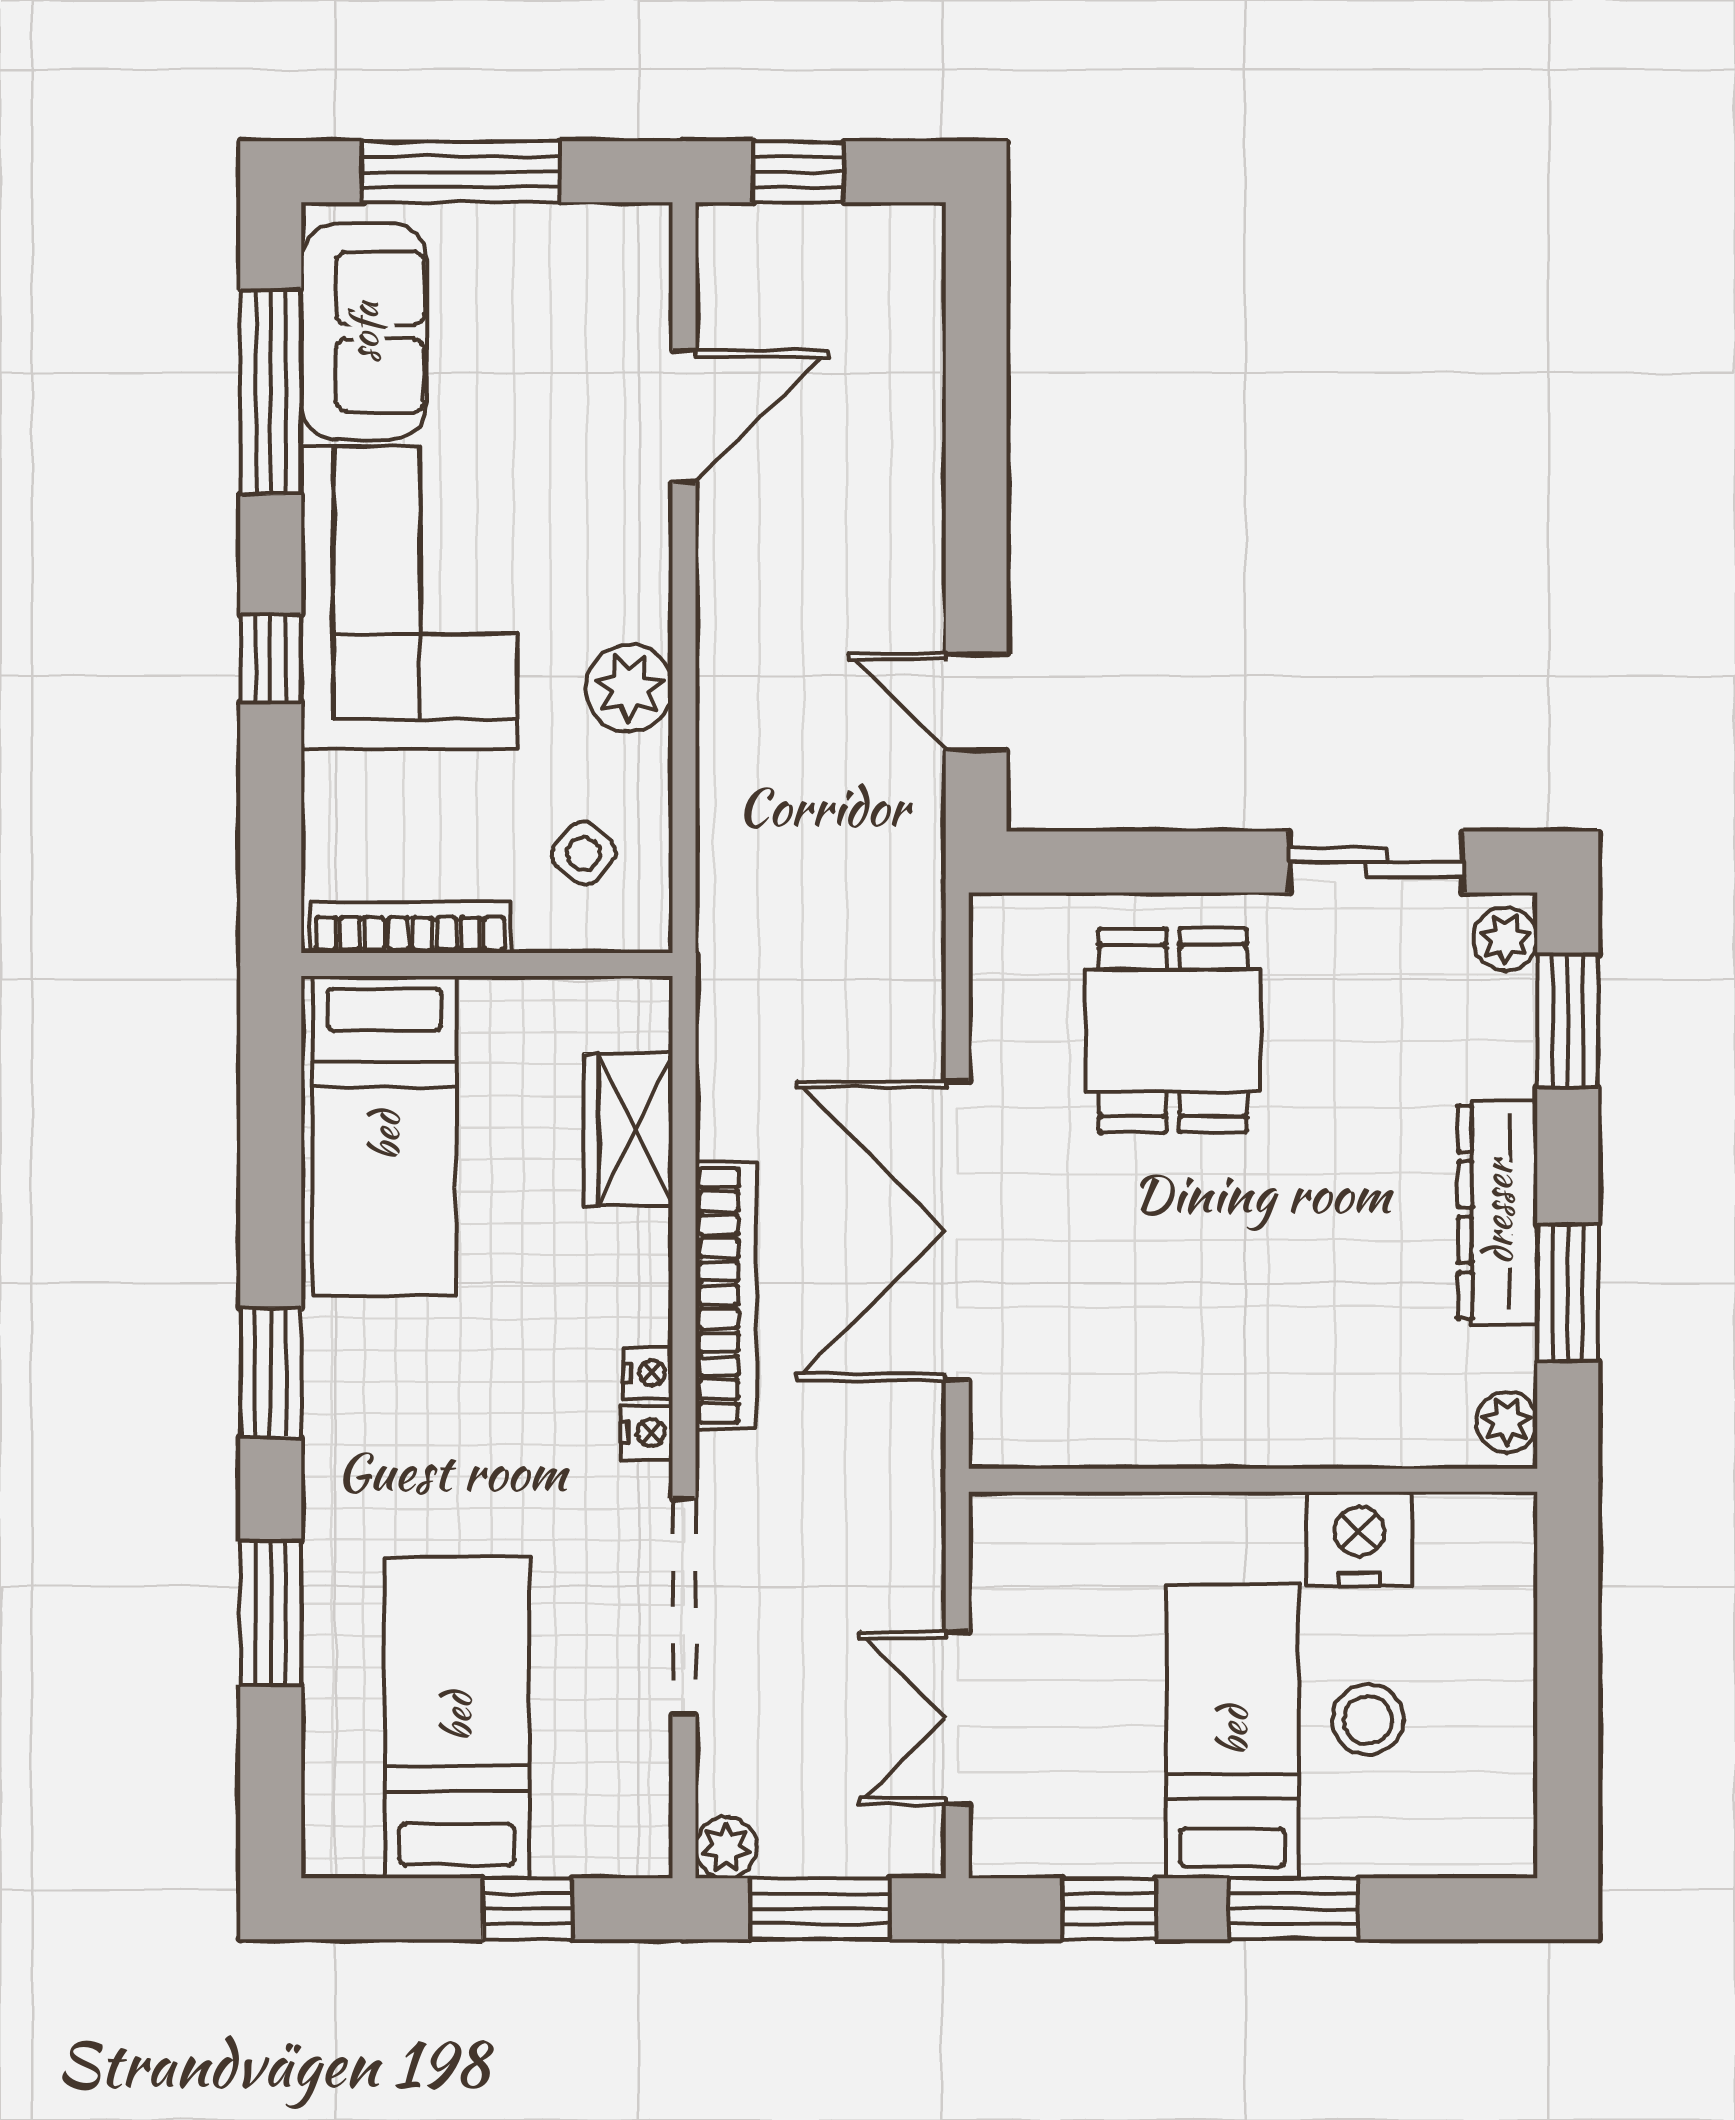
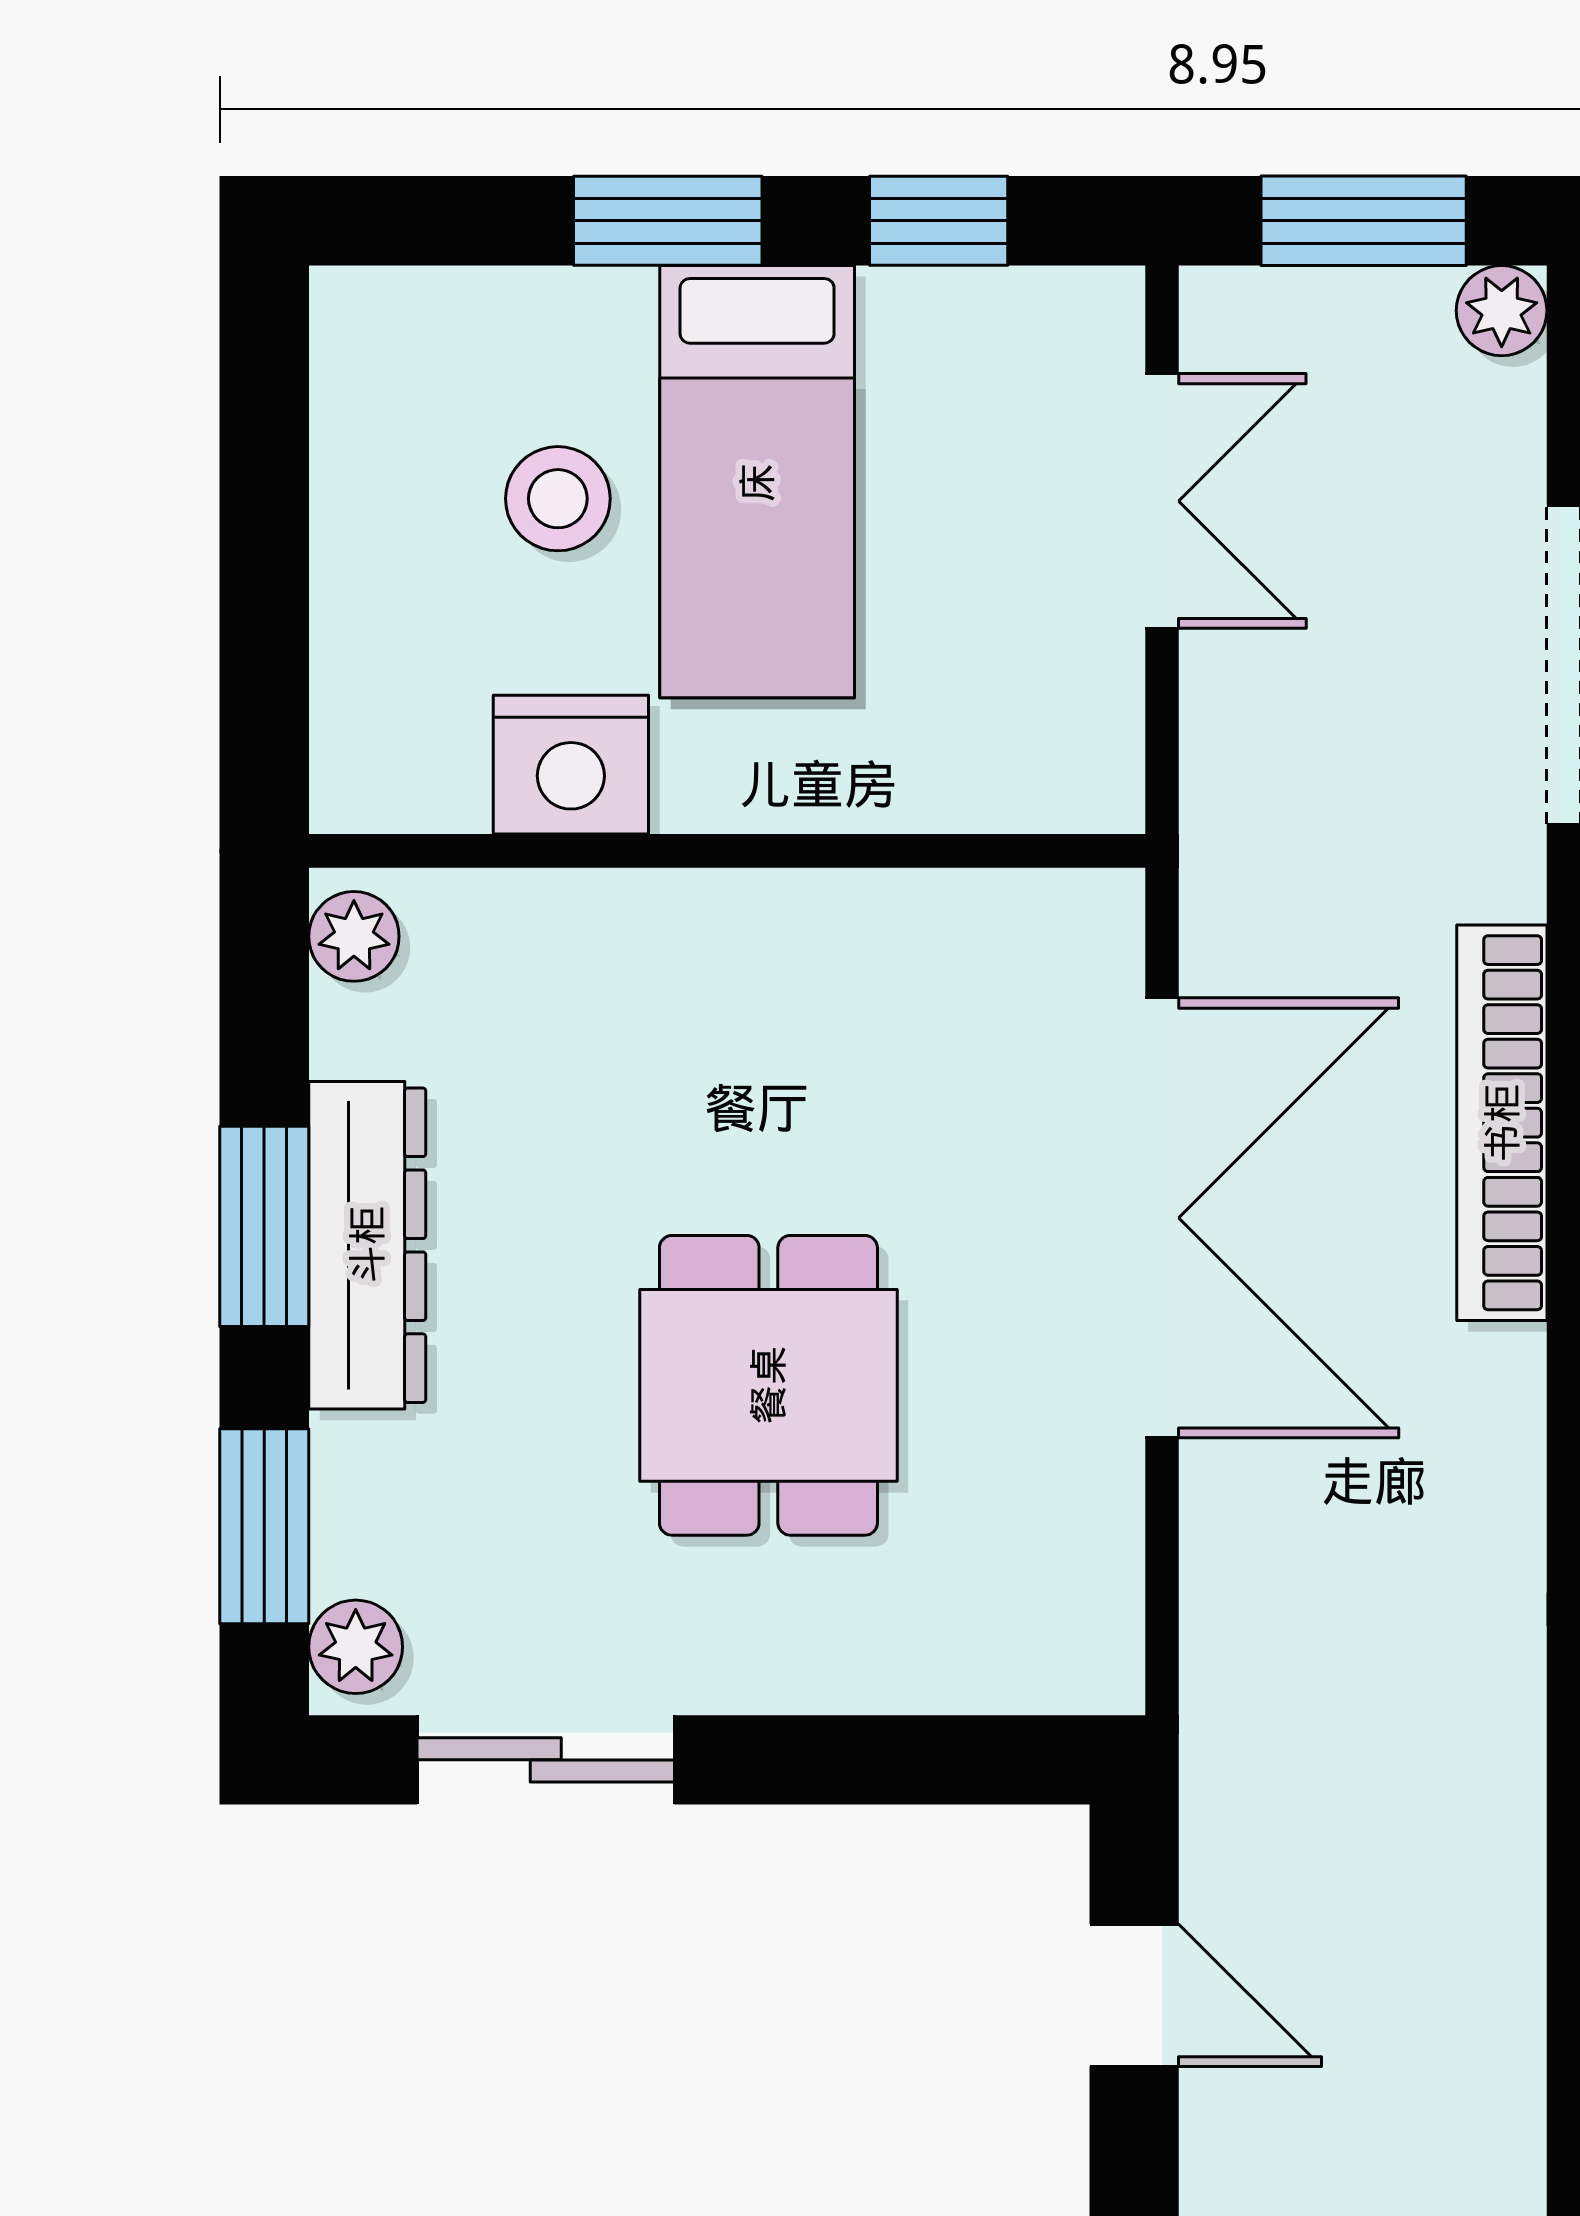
dining table: (1173, 1031) -> (768, 1385), moved
window: (1568, 1293) -> (264, 1226), moved

